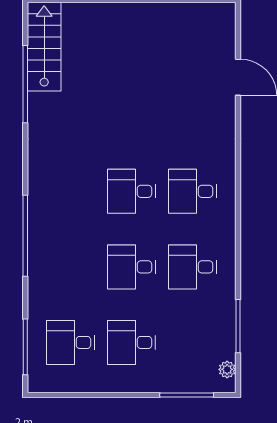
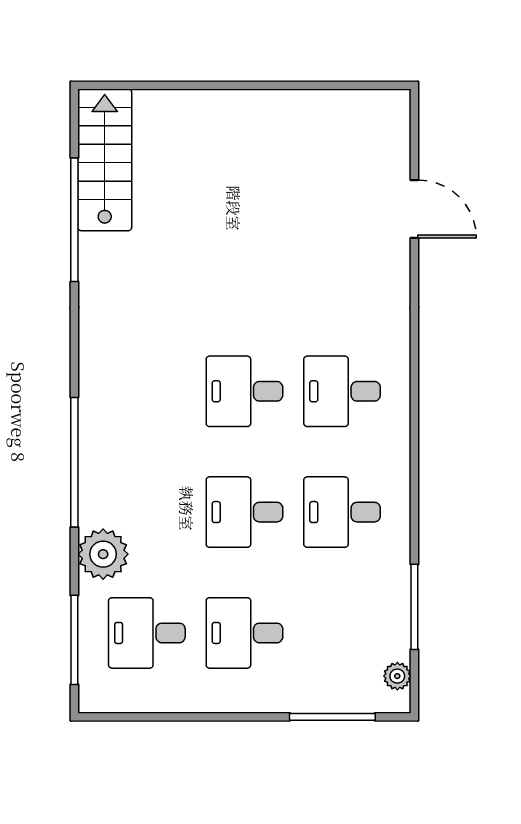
plant: (43, 293) -> (103, 554), added

